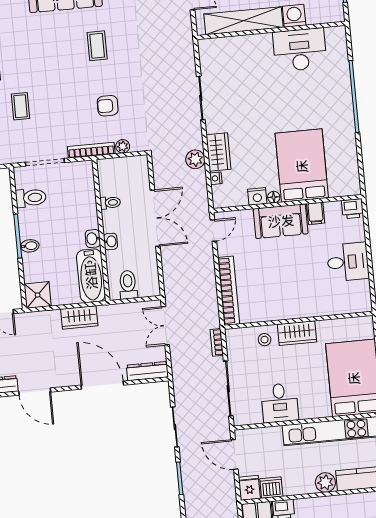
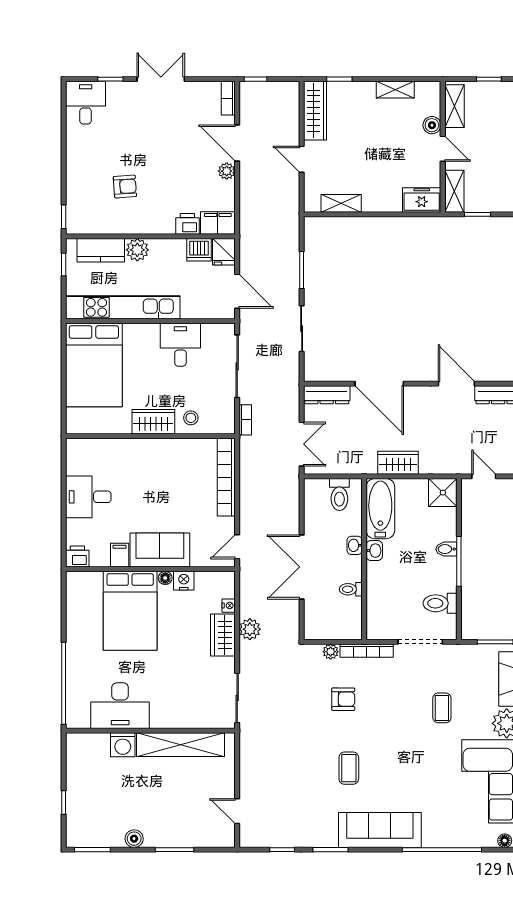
washing machine: (294, 16) -> (123, 745), moved
shelving: (244, 21) -> (181, 745), moved
wall: (271, 30) -> (150, 731), moved
desk: (300, 50) -> (120, 706), moved

